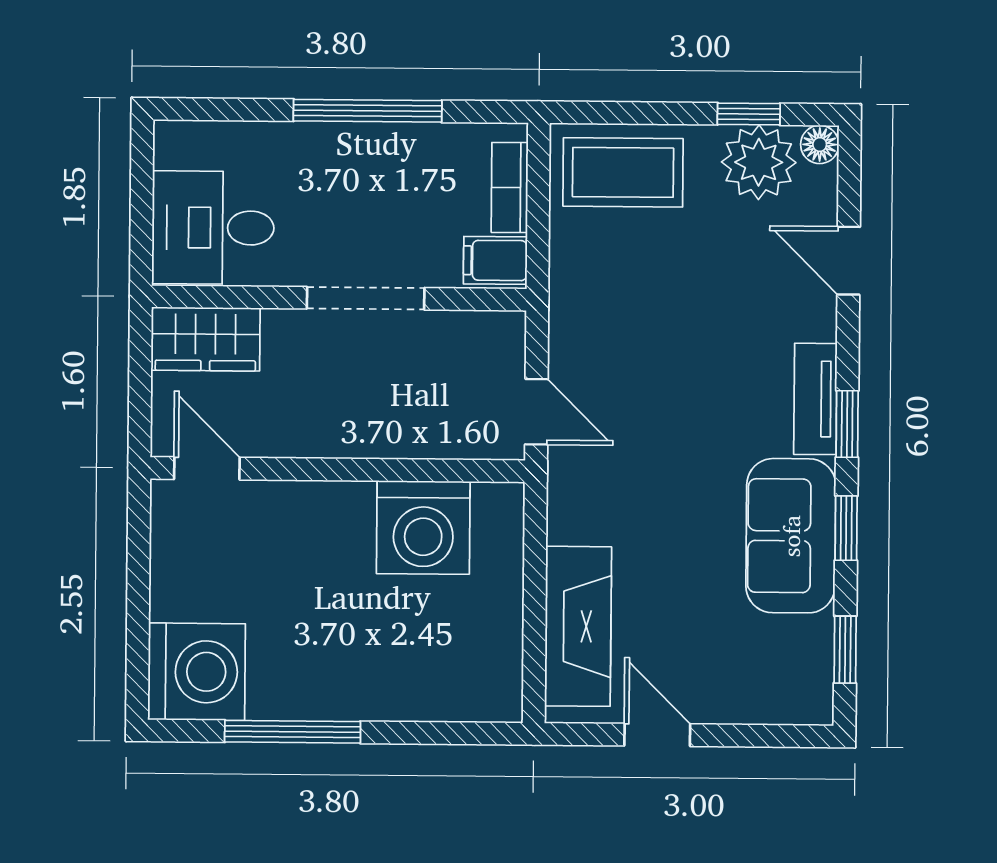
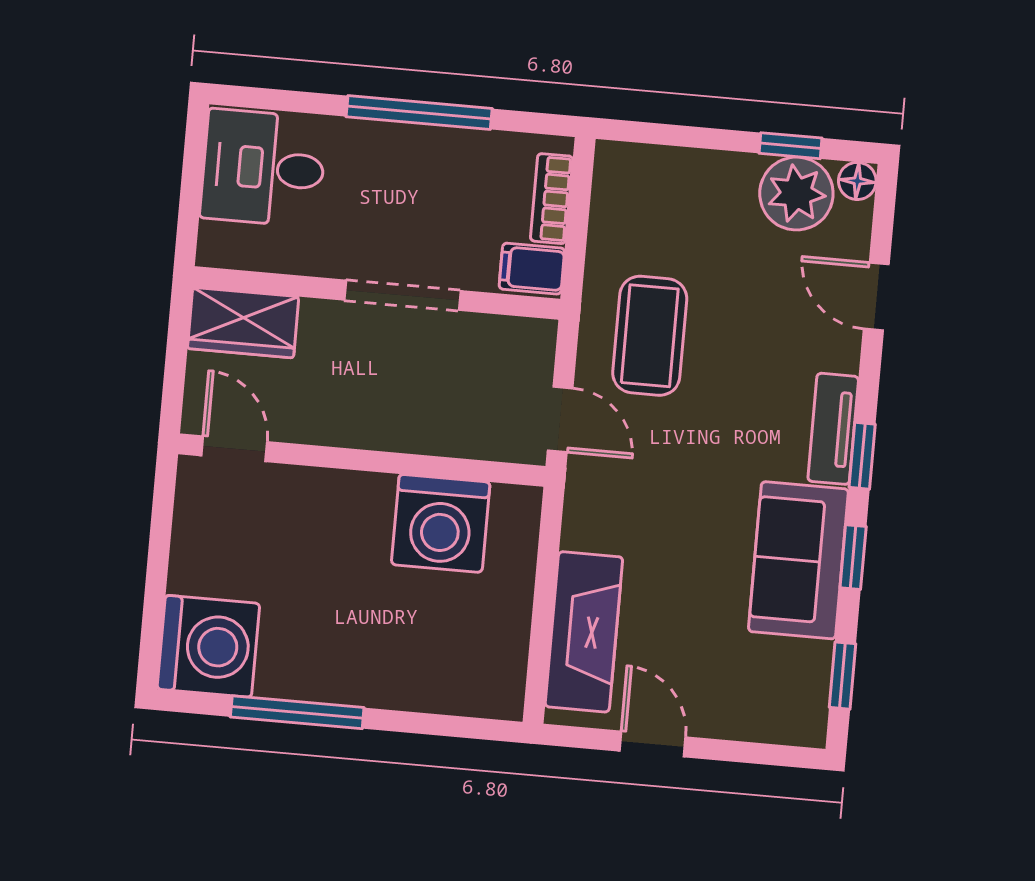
coffee table: (623, 172) -> (650, 336), moved, turned 90
desk: (213, 228) -> (263, 168), moved

